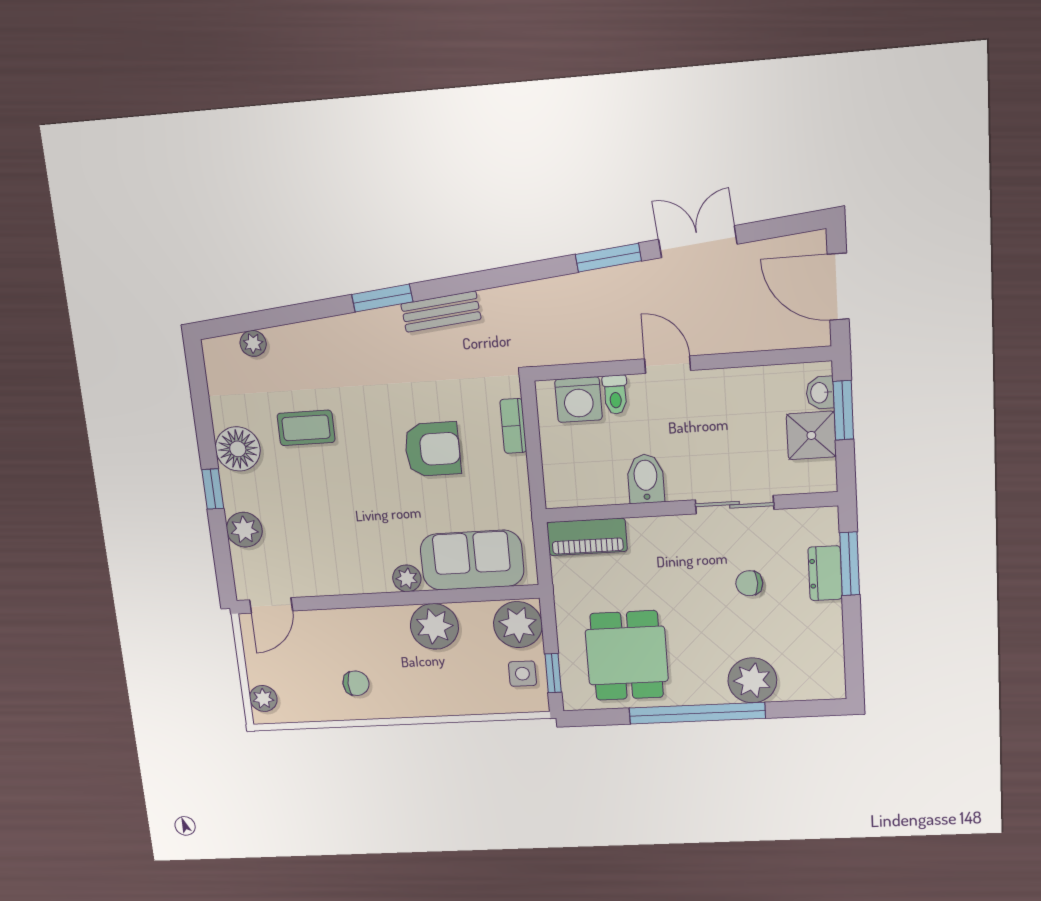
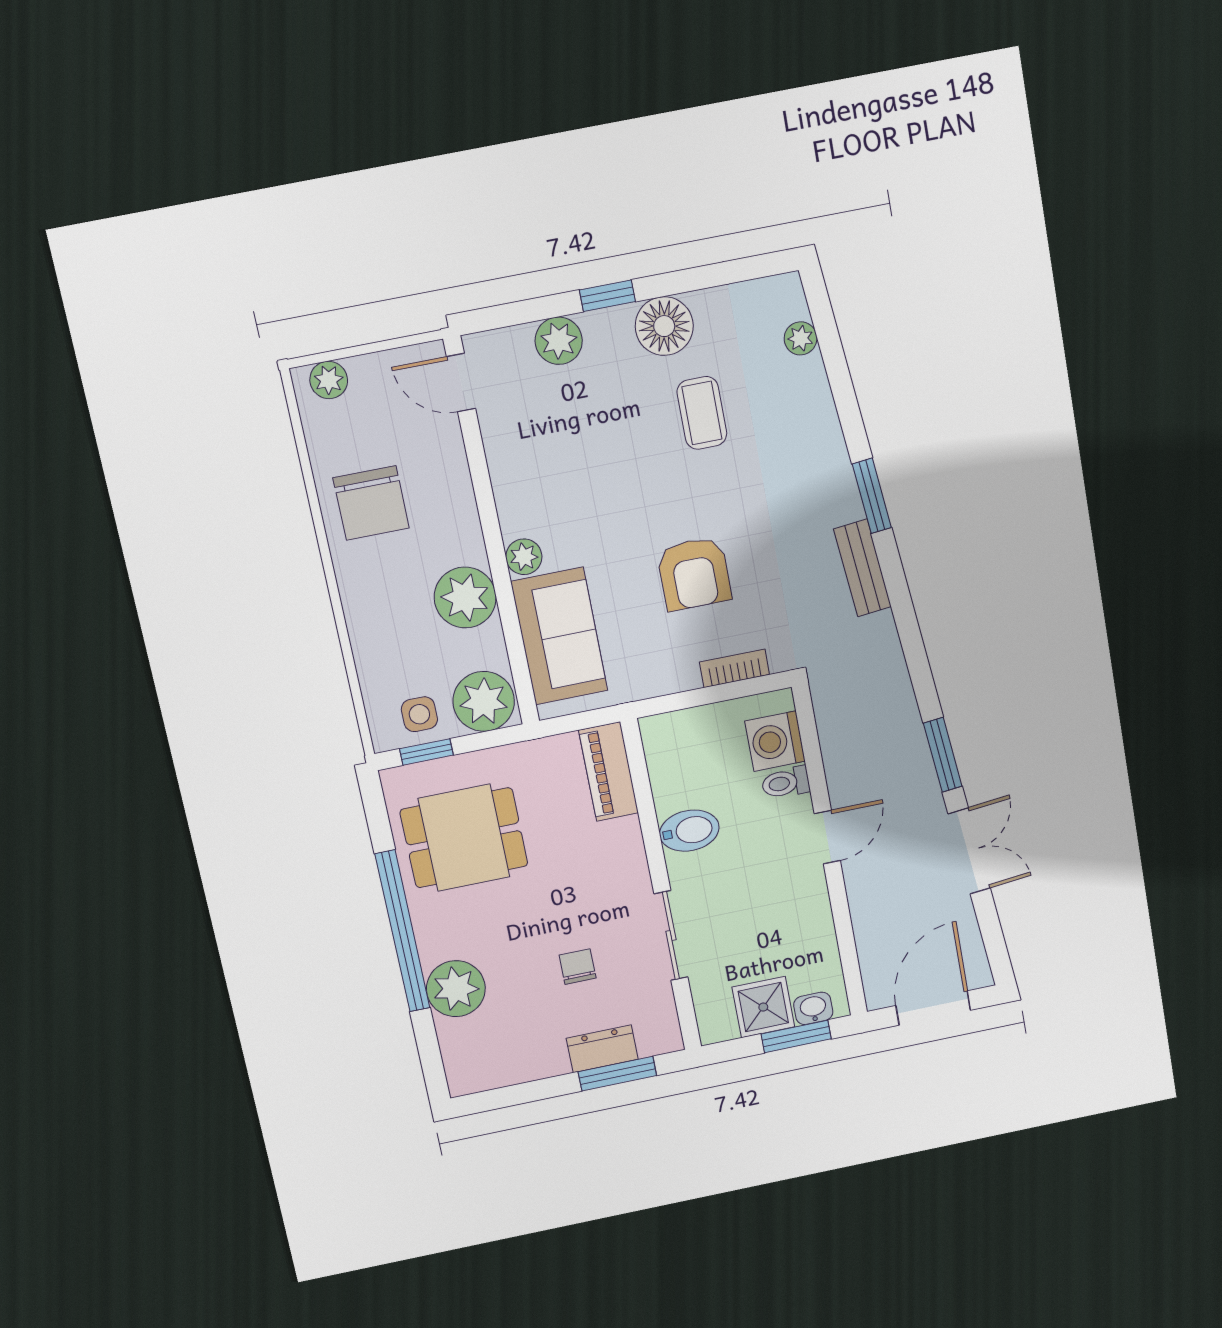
chair: (356, 683) -> (371, 503), width x1.87, depth x1.87

